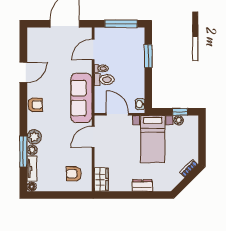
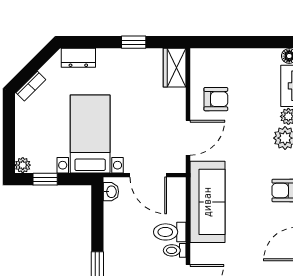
plant: (179, 120) -> (23, 165), moved
armchair: (74, 174) -> (216, 99), moved
dresser: (142, 186) -> (78, 58), moved
window: (126, 195) -> (134, 42), added

